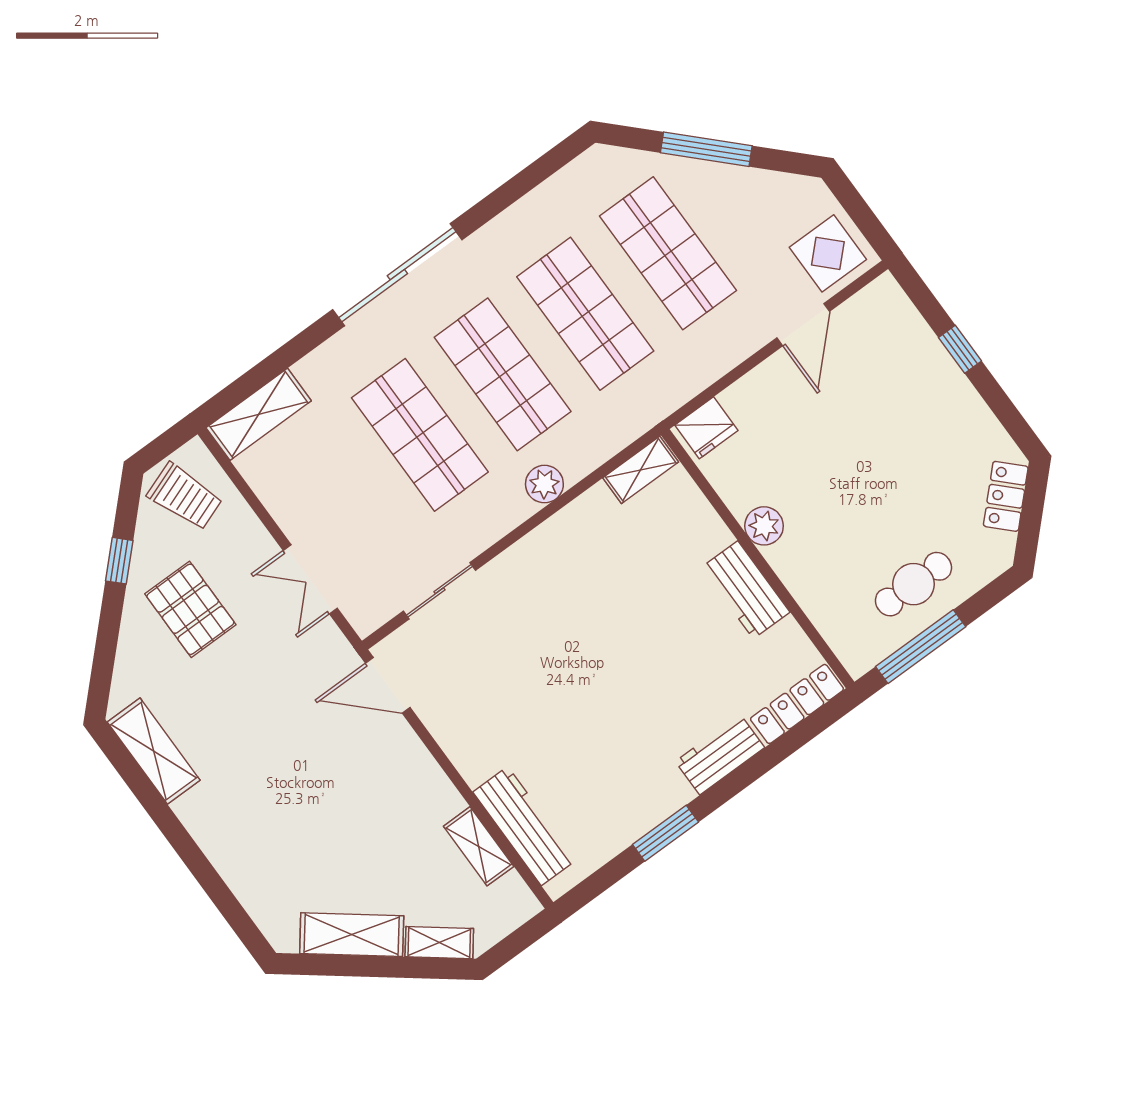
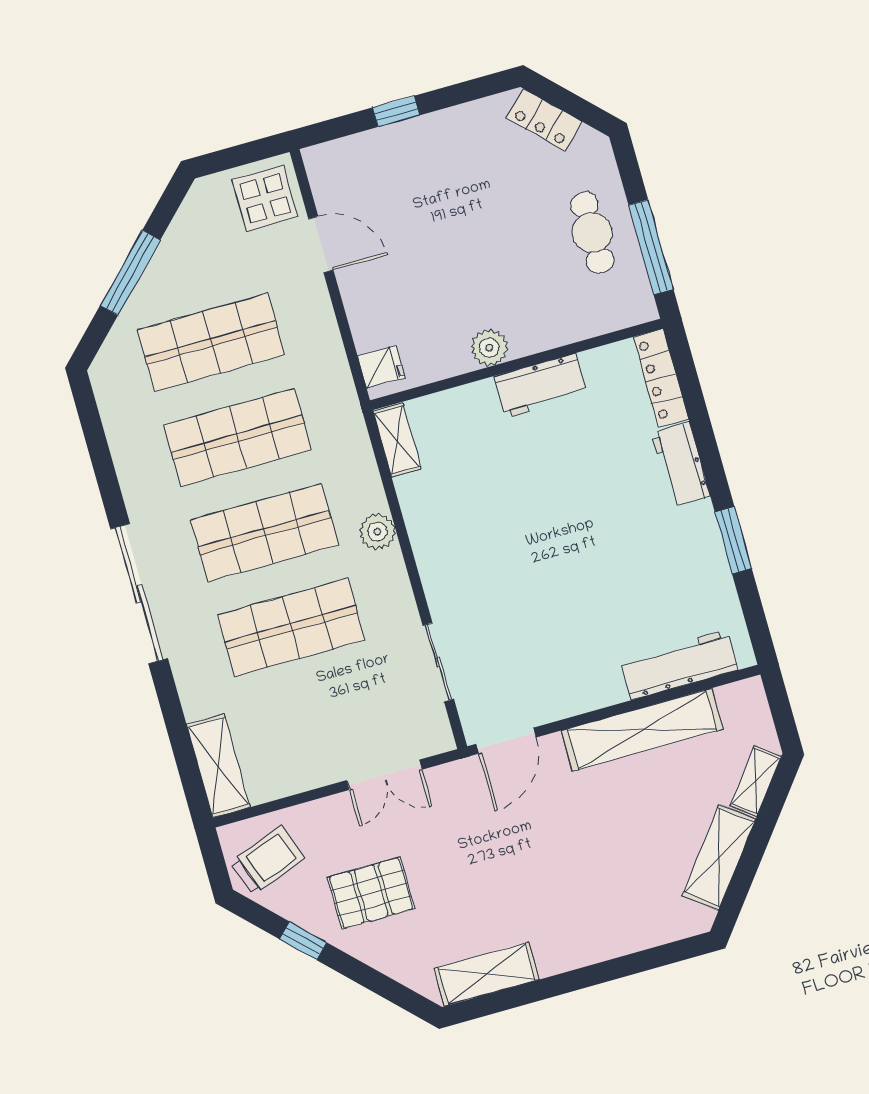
fridge: (706, 428) -> (381, 367), width x0.72
shelving: (479, 846) -> (642, 730), width x2.20, depth x1.33

